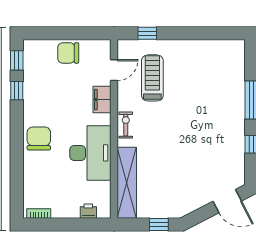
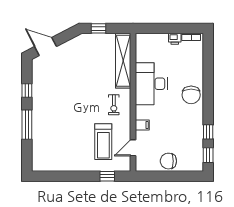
chair: (68, 53) -> (168, 161), turned 180
filing cabinet: (102, 99) -> (142, 125), width x0.50
exercise bike: (126, 125) -> (114, 105), moved
printer: (88, 211) -> (175, 39), moved

